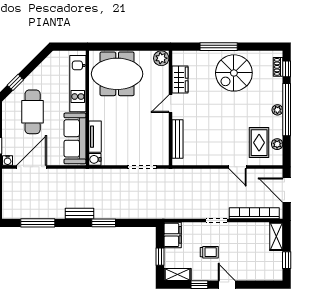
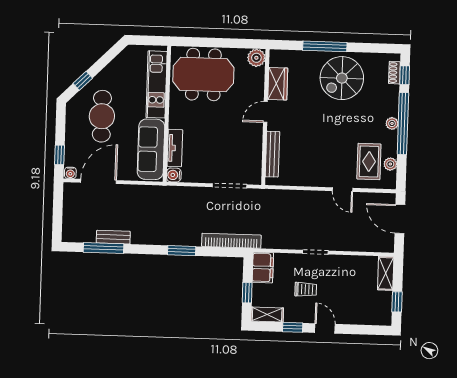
bench: (79, 213) -> (113, 237), moved
bookcase: (254, 213) -> (231, 241), moved

